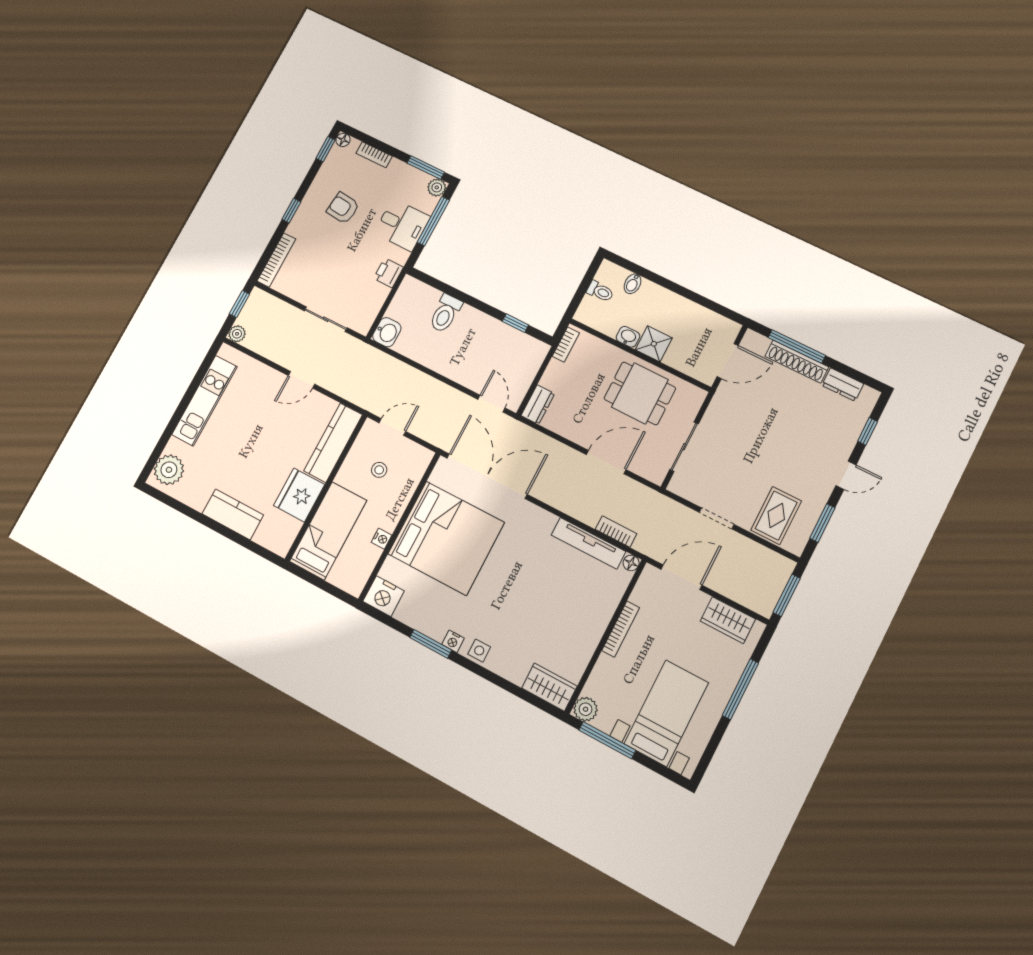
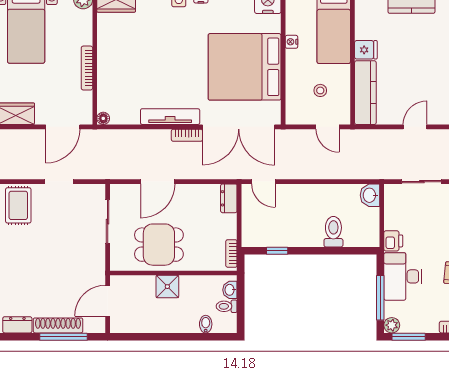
desk: (402, 225) -> (403, 276), width x1.37
washbasin: (628, 337) -> (230, 290), moved, turned 90
door: (392, 427) -> (327, 127), hinge flipped
fridge: (299, 495) -> (366, 50), width x0.53, depth x0.75
bookcase: (616, 532) -> (187, 135), moved
tv unit: (588, 543) -> (170, 117), moved

